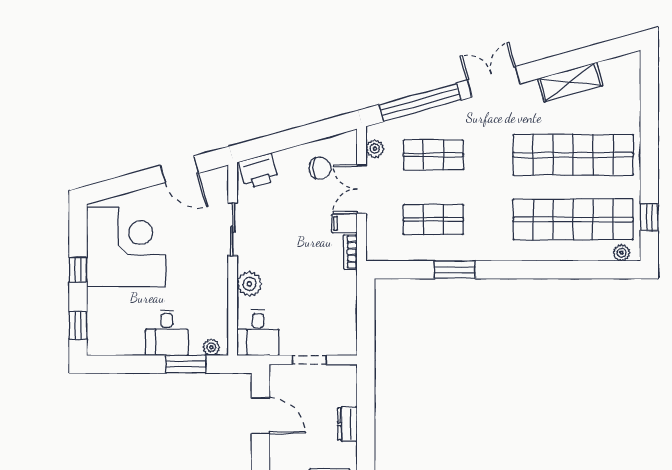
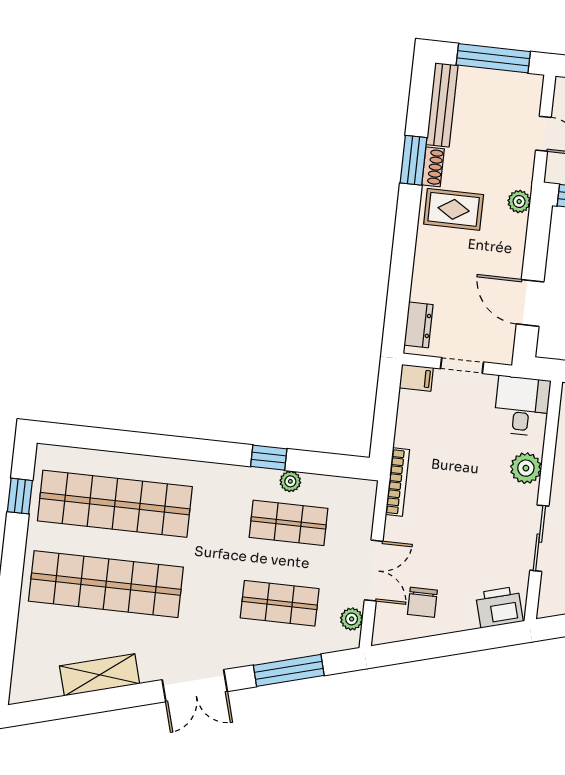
window: (420, 102) -> (289, 670), width x0.68
chair: (320, 168) -> (422, 602), turned -90
filing cabinet: (345, 223) -> (416, 378), moved
bookcase: (350, 252) -> (397, 482), width x1.56
plant: (622, 253) -> (290, 481), moved
window: (455, 270) -> (269, 458), width x0.67
dresser: (347, 424) -> (418, 325), moved

